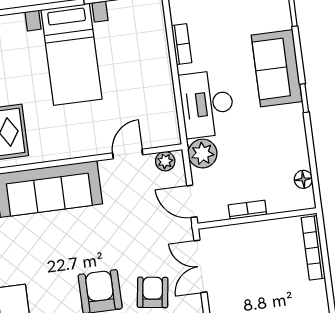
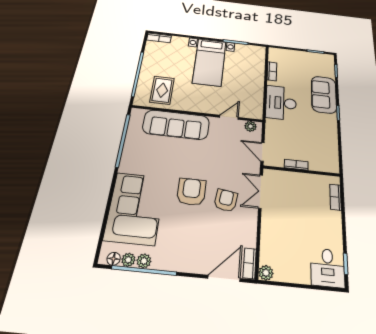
plant: (203, 154) -> (274, 127), removed
floor lamp: (303, 179) -> (333, 155), removed
bookcase: (313, 248) -> (336, 197), width x0.64

